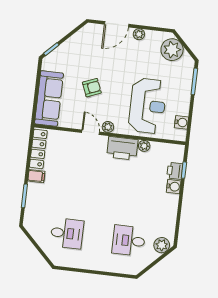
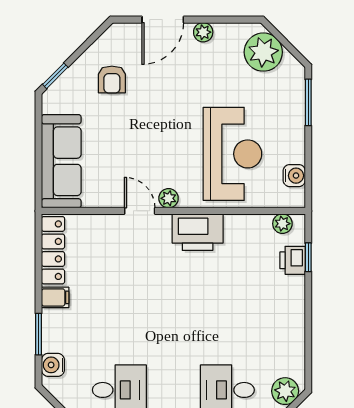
armchair: (92, 88) -> (112, 80), moved, turned 112
plant: (144, 146) -> (282, 224), moved
water cooler: (174, 187) -> (53, 365), moved, turned 180

